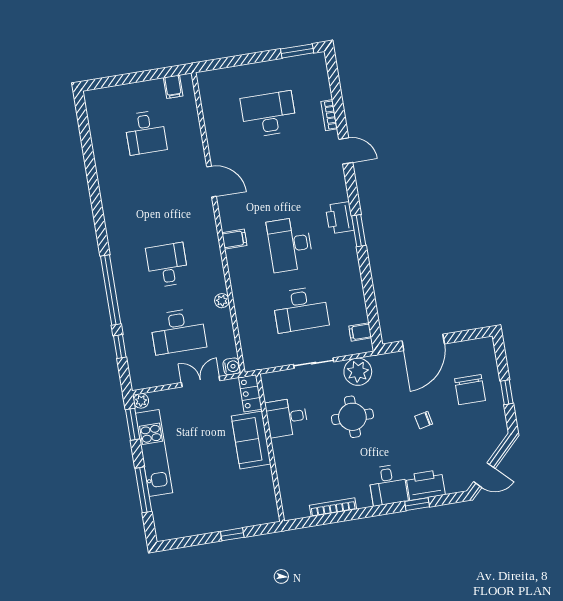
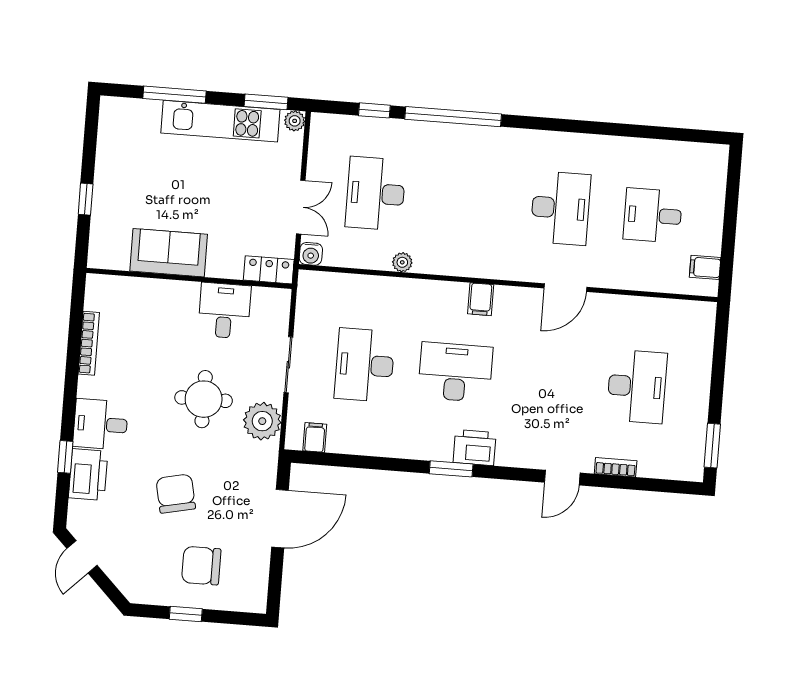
desk: (167, 265) -> (560, 208), moved, width x1.37
door: (423, 342) -> (280, 519), swing flipped
chair: (424, 420) -> (176, 494), width x1.87, depth x1.87
sofa: (251, 440) -> (169, 253), moved

